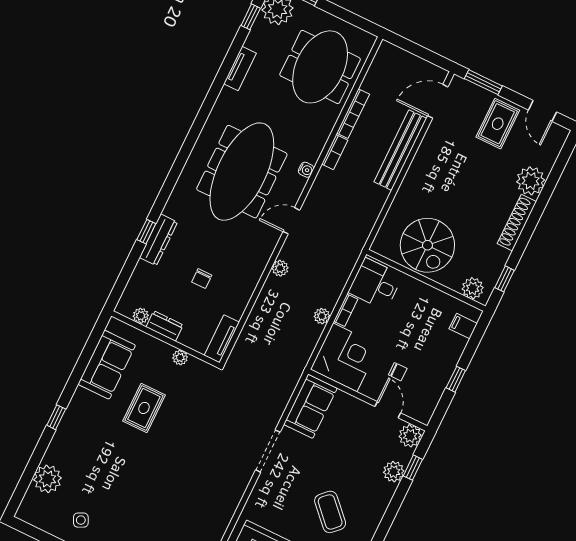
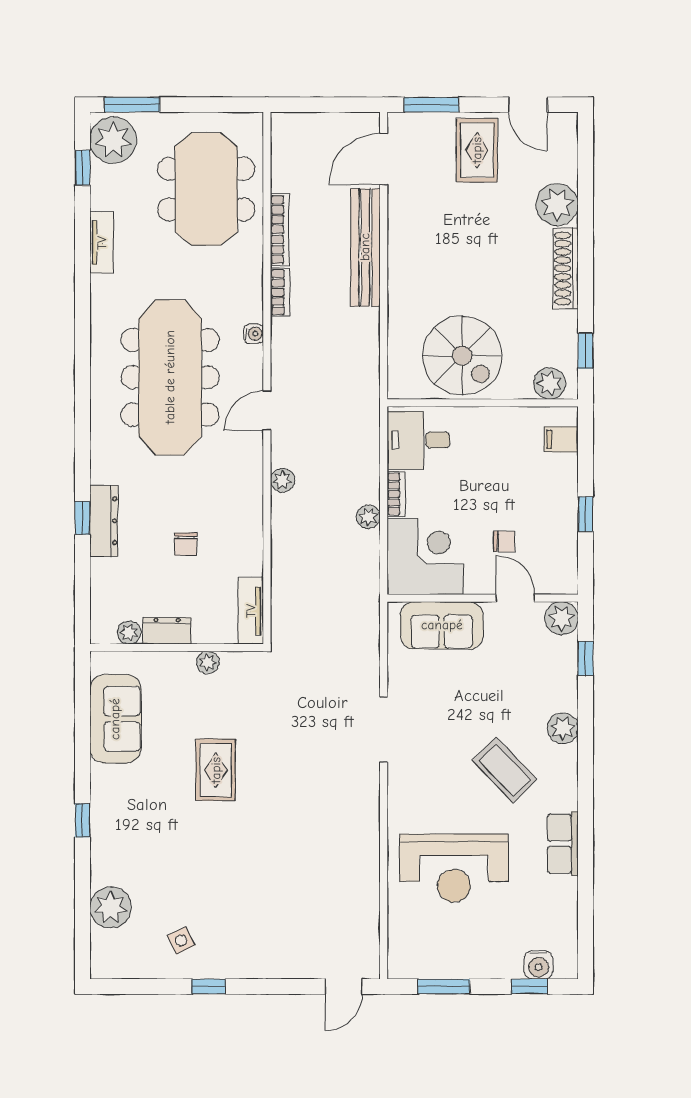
sofa: (310, 406) -> (442, 625), moved, turned 90
rug: (144, 408) -> (216, 770), moved
plant: (394, 472) -> (563, 728), moved

